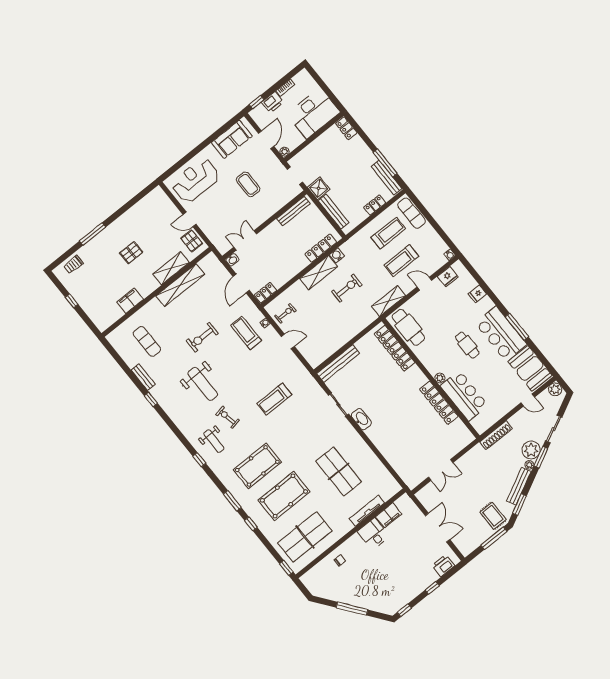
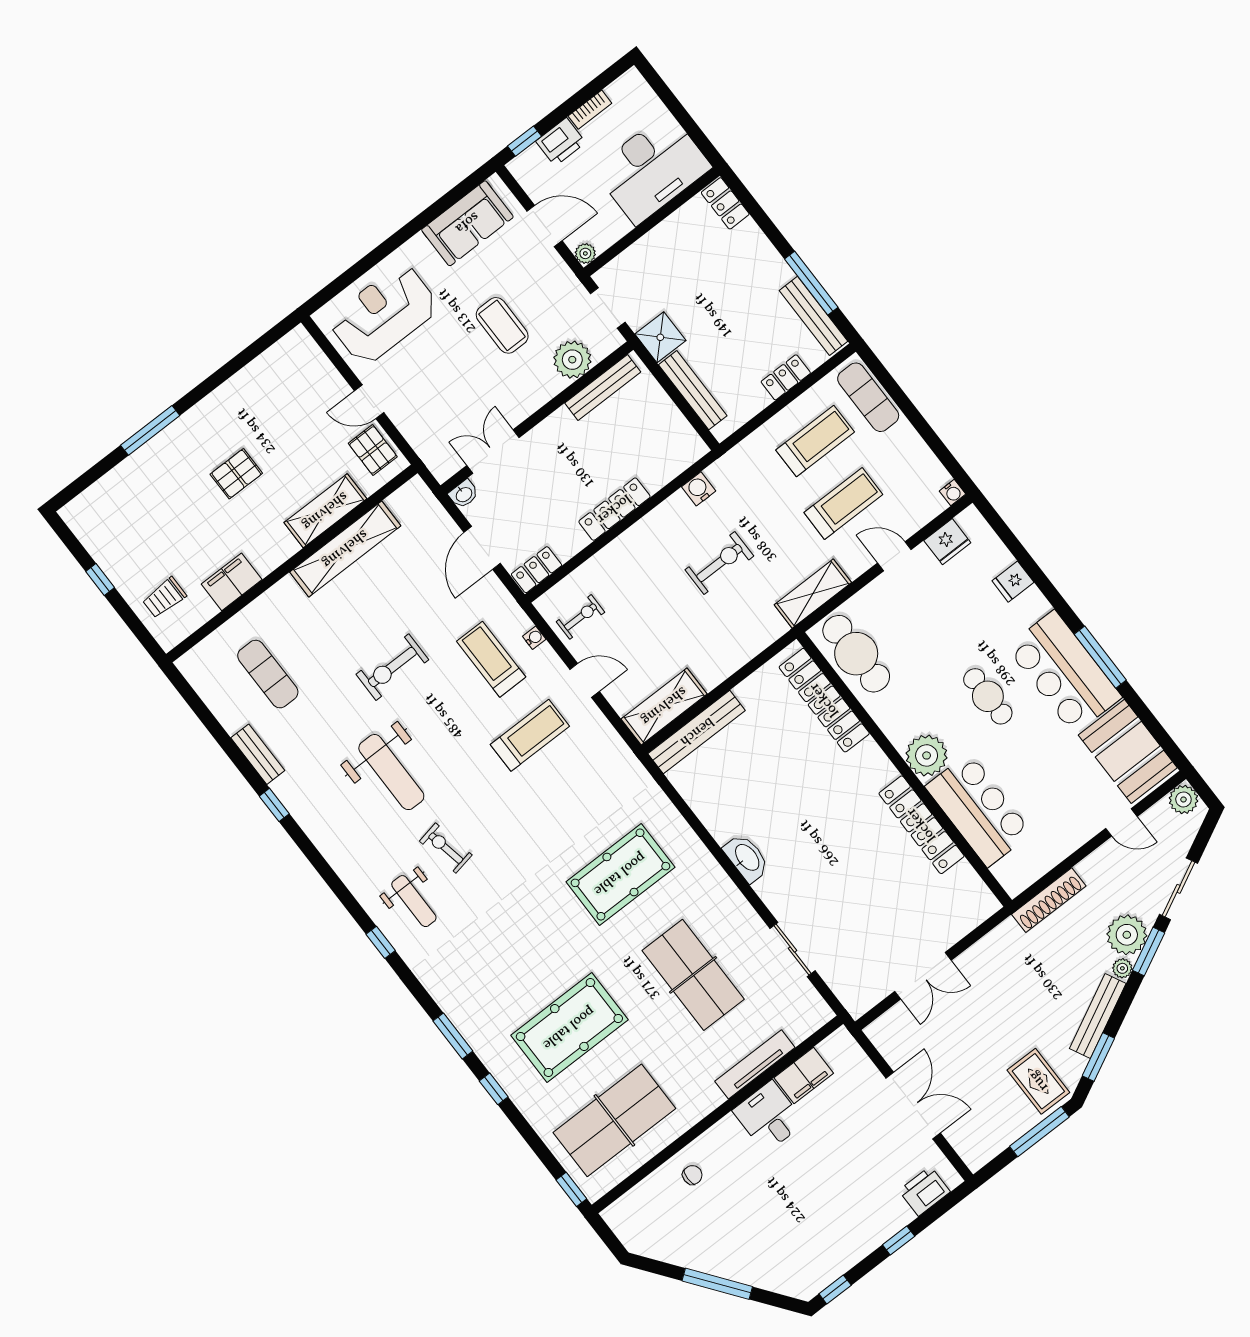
door: (266, 140) -> (544, 226), hinge flipped
plant: (280, 199) -> (572, 360), added
locker: (321, 248) -> (614, 509), moved
treadmill: (401, 261) -> (843, 503), turned 180
trolley: (73, 264) -> (164, 598), moved
shelving: (319, 272) -> (664, 706), moved
plant: (440, 378) -> (927, 755), width x1.87, depth x1.87
treadmill: (274, 399) -> (530, 735), moved, turned 180
sliding door: (338, 405) -> (792, 949), moved
pool table: (257, 466) -> (620, 874), moved

